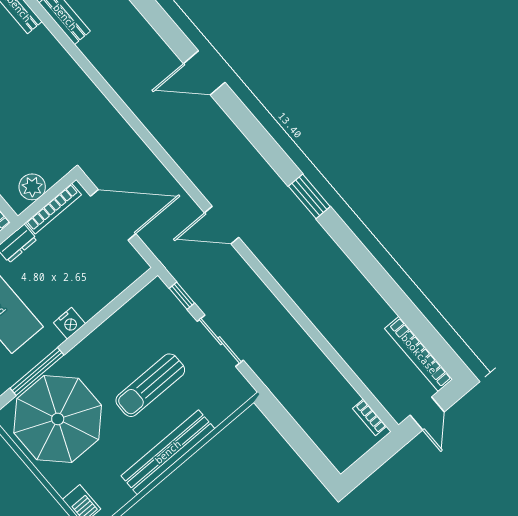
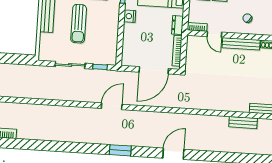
plant: (32, 187) -> (193, 51), removed
window: (309, 196) -> (120, 150), moved
sun lounger: (150, 385) -> (79, 24), turned 180

